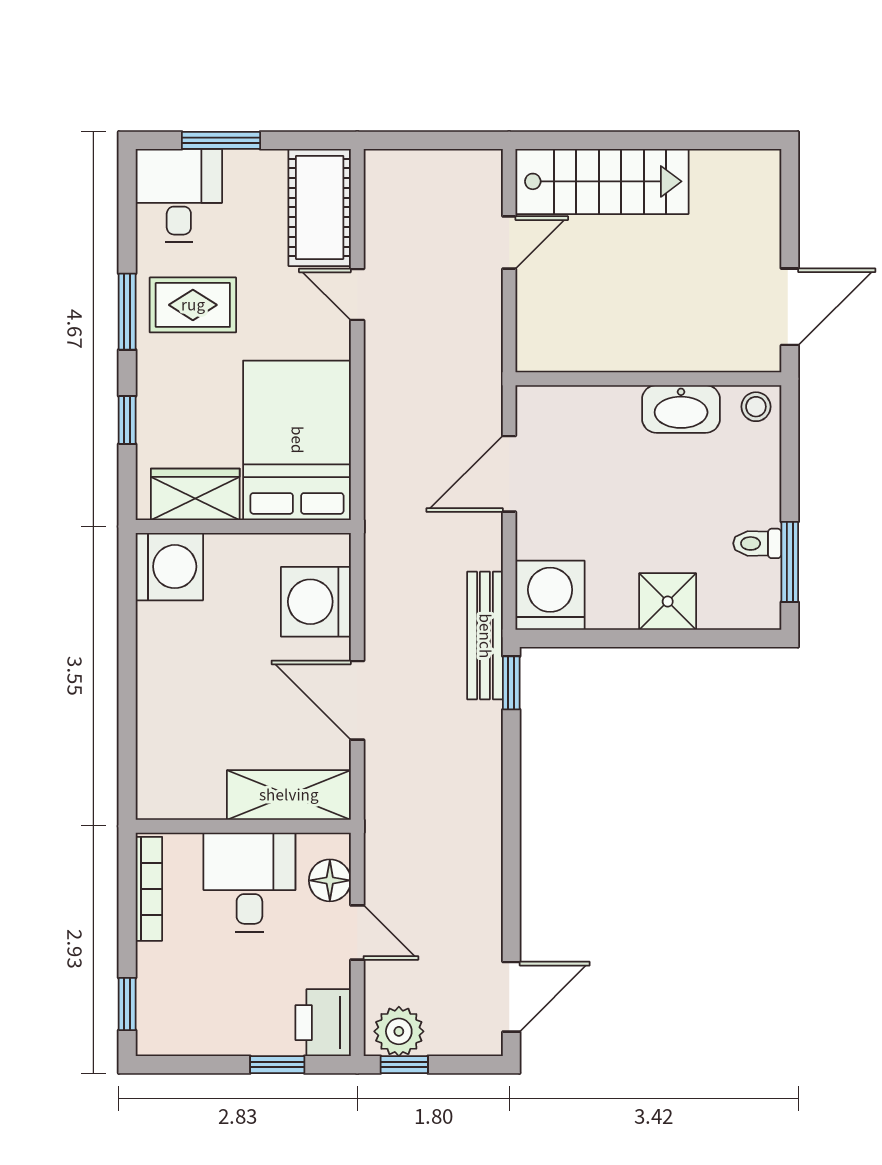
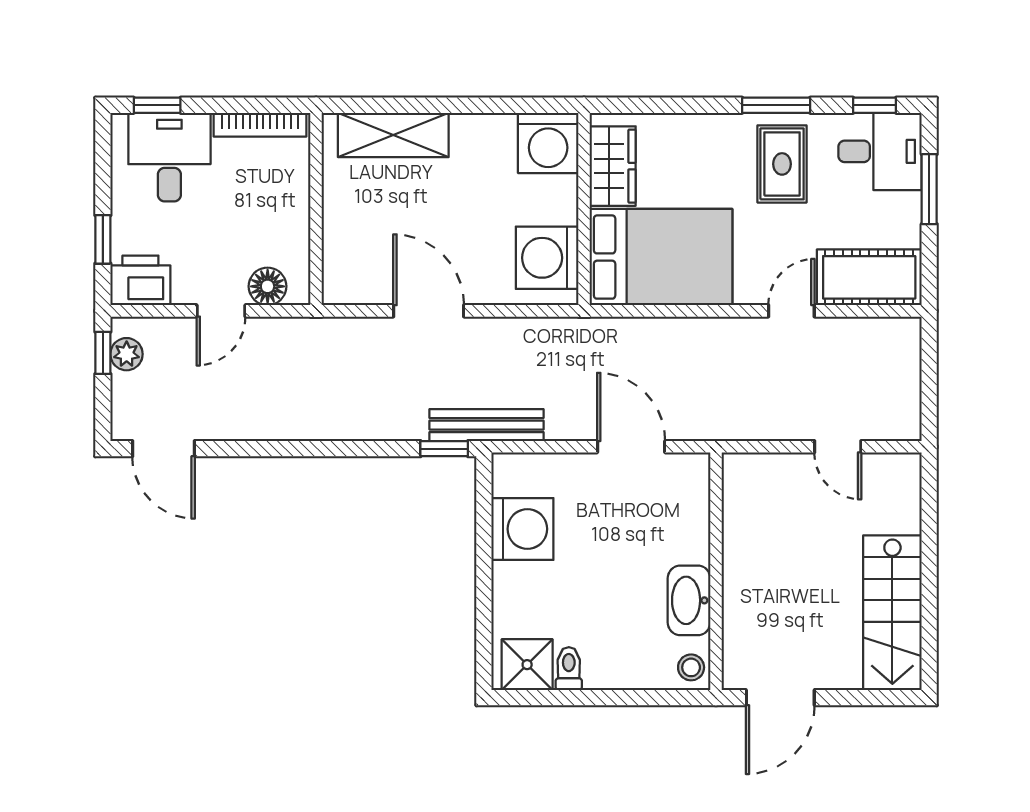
stairs: (602, 181) -> (892, 613), moved
door: (790, 307) -> (780, 698), hinge flipped
window: (127, 420) -> (875, 105), moved
window: (790, 562) -> (552, 698), removed
washing machine: (550, 595) -> (522, 529), moved
shower: (668, 601) -> (527, 665), moved
washing machine: (316, 602) -> (547, 258), moved, turned -90
door: (357, 700) -> (429, 311), hinge flipped
shelving: (289, 795) -> (393, 135), moved, turned 90
desk: (249, 882) -> (169, 157), moved, turned -90
plant: (399, 1031) -> (127, 354), width x0.73, depth x0.73

